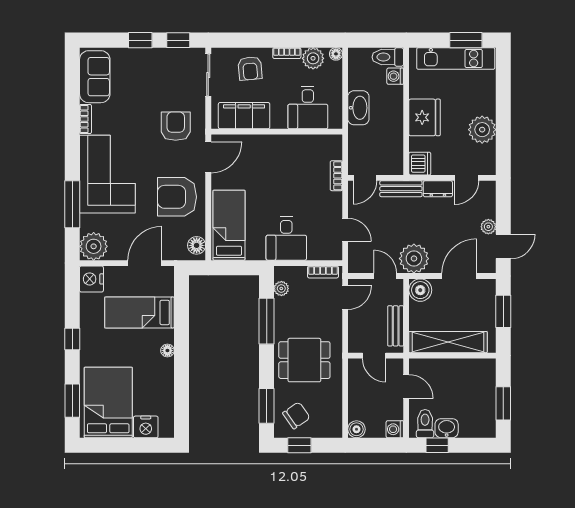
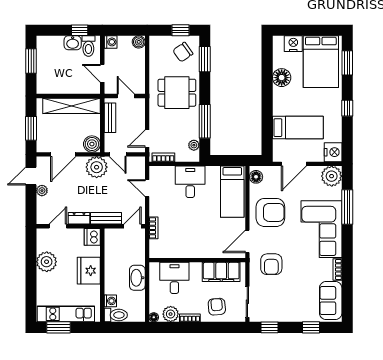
window: (140, 40) -> (311, 327), moved
floor lamp: (167, 351) -> (282, 78), moved, width x1.89, depth x1.89

